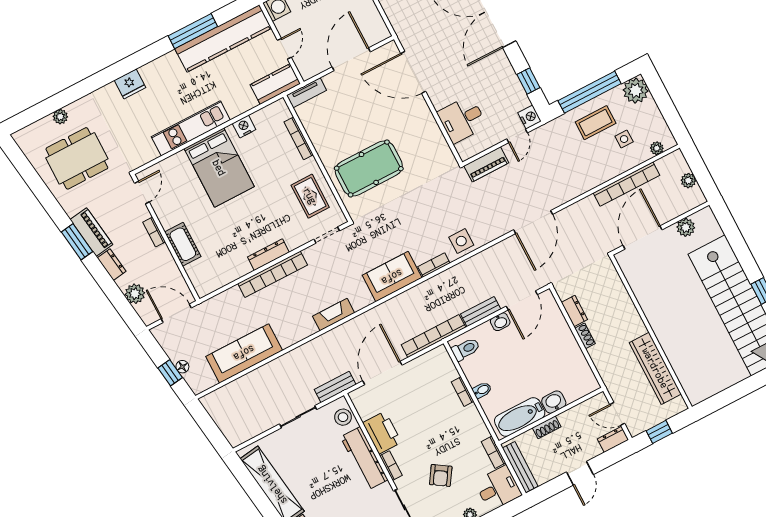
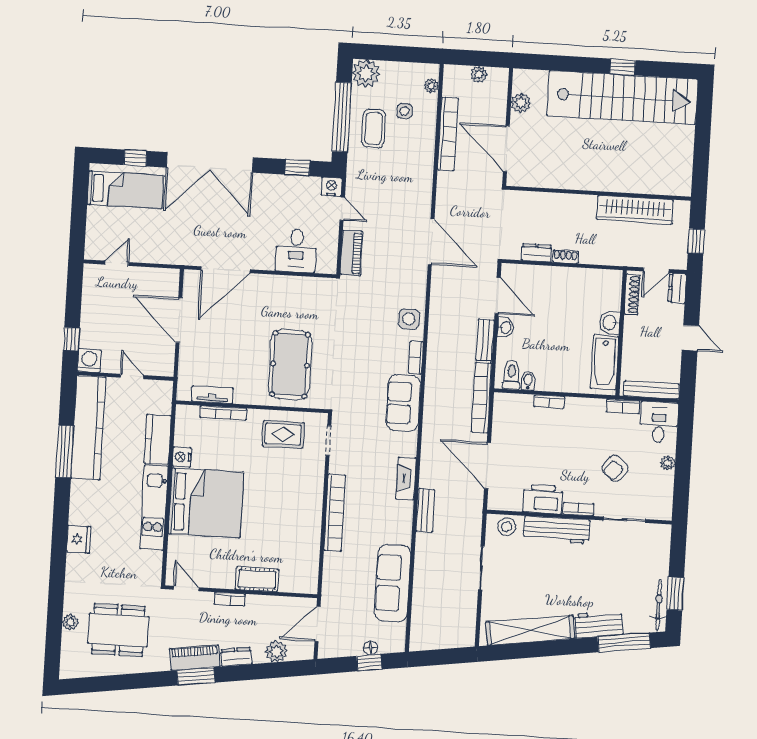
kitchen counter: (275, 84) -> (158, 439), moved
tv unit: (307, 93) -> (212, 395), moved, turned -90
dining table: (77, 158) -> (118, 630), turned 90
bed: (219, 168) -> (206, 503), width x1.36
dresser: (268, 255) -> (314, 506), removed
bench: (335, 387) -> (425, 510), moved
bidet: (482, 390) -> (528, 381), moved
shoe rack: (547, 427) -> (632, 294), moved, width x1.43
armchair: (441, 475) -> (615, 468), turned 96

